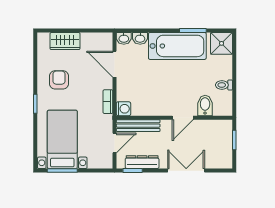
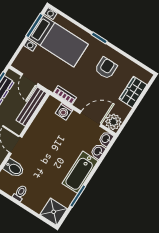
plant: (104, 42) -> (113, 122), added
bathtub: (177, 46) -> (80, 172), width x0.73, depth x0.73
armchair: (59, 80) -> (106, 68), turned -90
washing machine: (123, 109) -> (64, 111), moved

